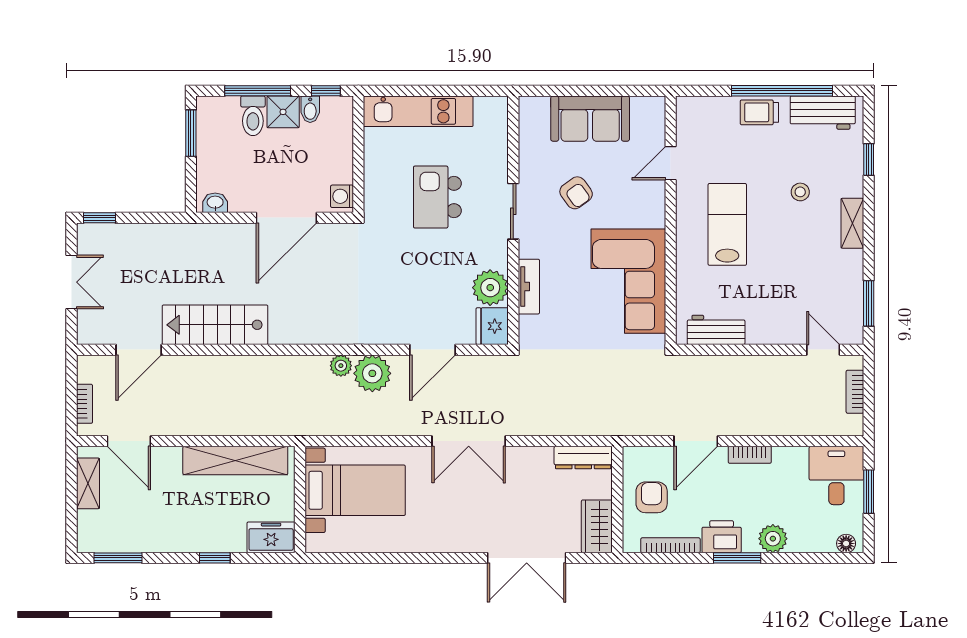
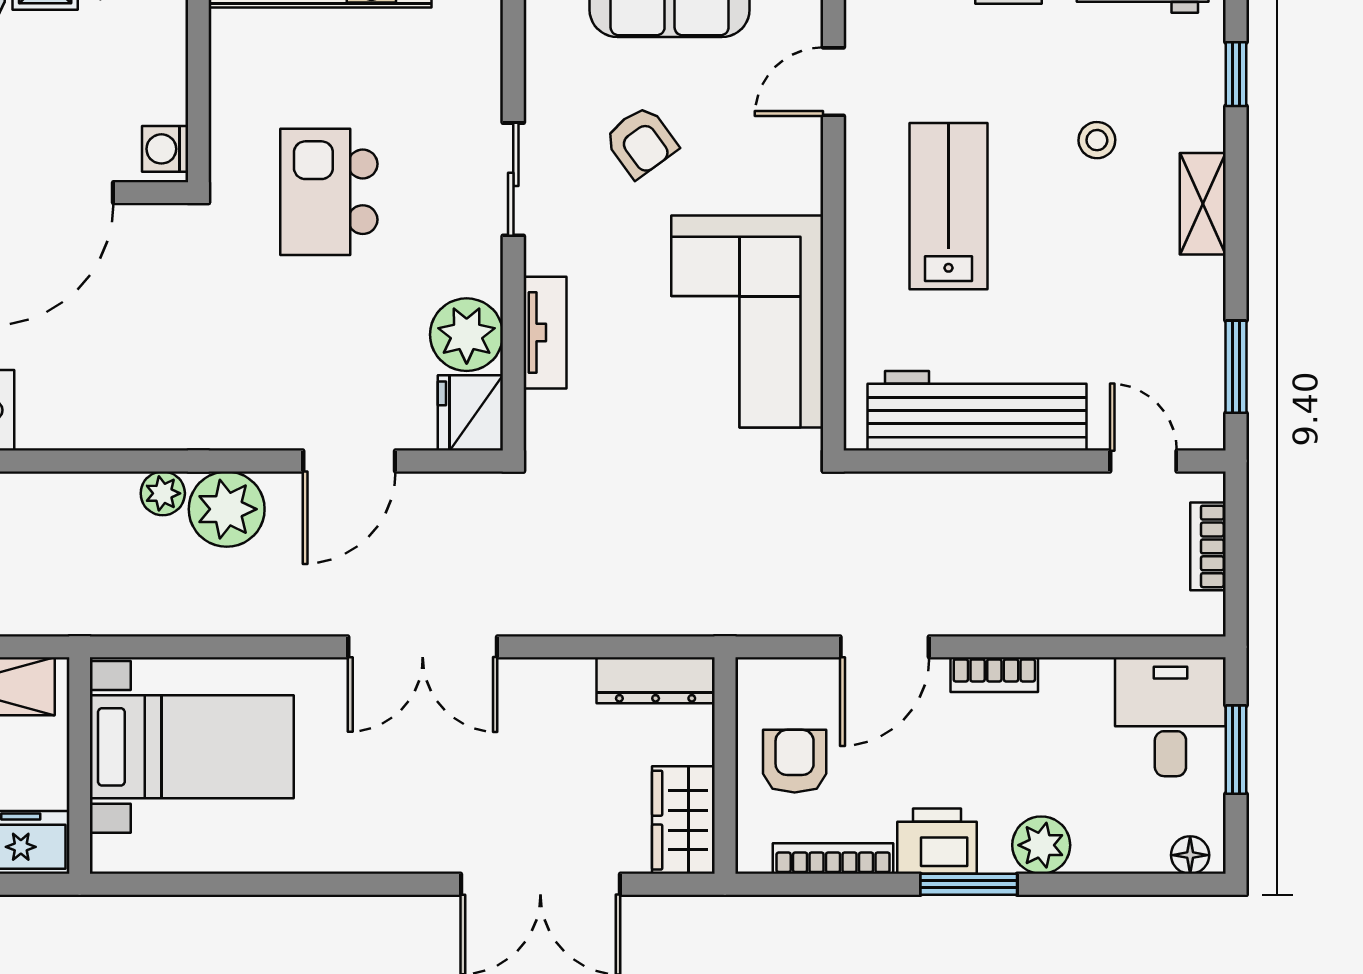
kitchen island: (437, 197) -> (329, 192), moved
workbench: (716, 330) -> (977, 411), width x1.88, depth x1.32

